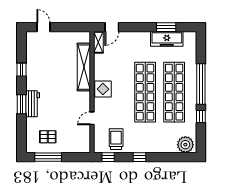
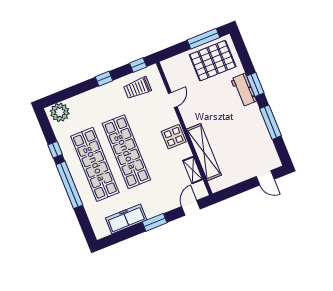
window: (166, 27) -> (155, 222), moved
shelving: (98, 42) -> (193, 170), moved
window: (22, 70) -> (270, 122), width x2.17
pallet: (48, 137) -> (213, 61), width x2.05, depth x2.00
trolley: (116, 139) -> (137, 88), turned 90

